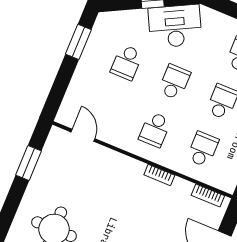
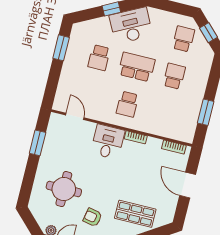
school desk: (174, 82) -> (137, 67), width x1.85
school desk: (203, 149) -> (165, 113), removed
desk: (121, 175) -> (108, 142), added

